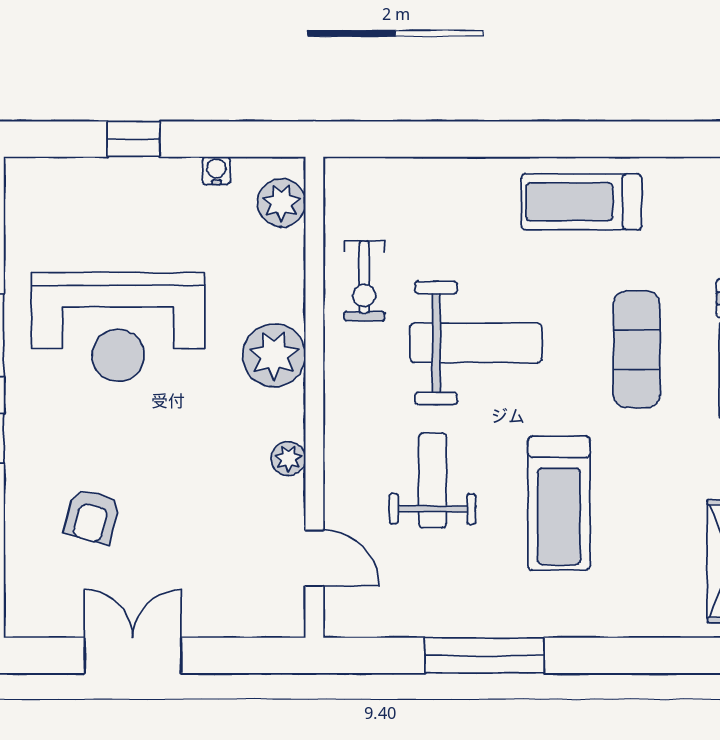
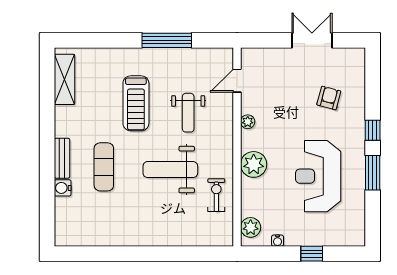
treadmill: (581, 202) -> (127, 228), removed
reception desk: (118, 327) -> (318, 176), turned -90
treadmill: (559, 503) -> (136, 103), turned 180
door: (314, 558) -> (237, 81), hinge flipped
double door: (133, 655) -> (312, 40), swing flipped

